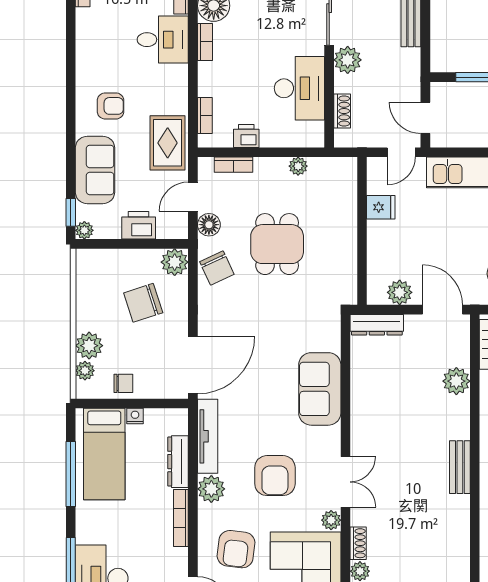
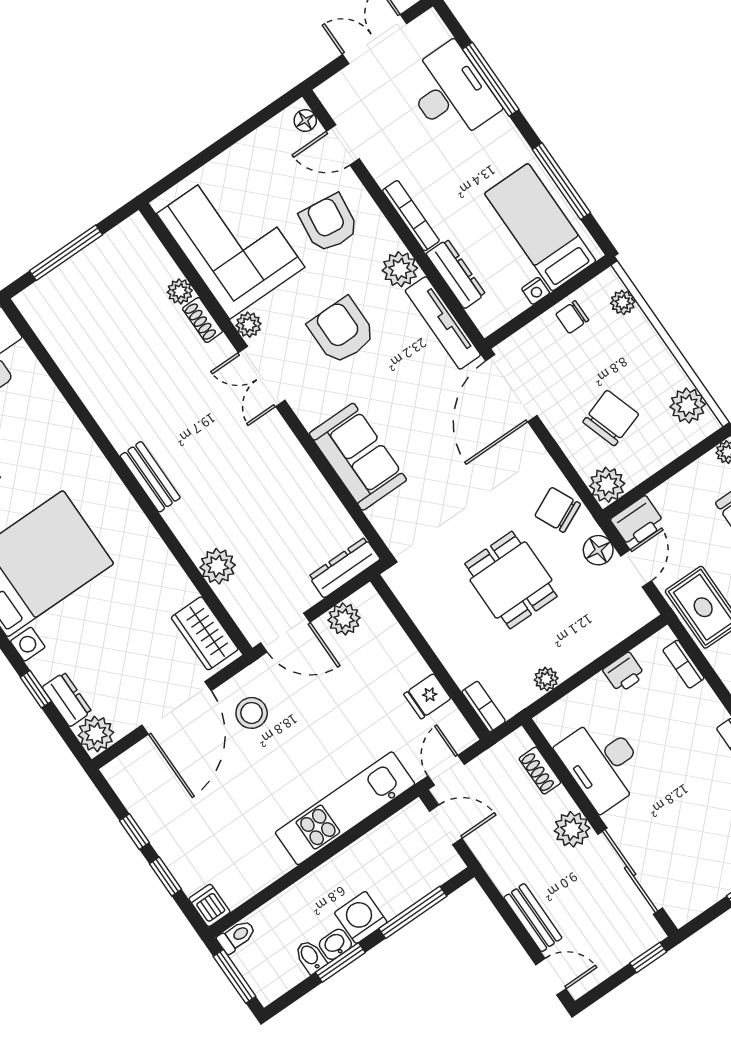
bookcase: (234, 165) -> (484, 707), moved, turned 90
printer: (139, 225) -> (638, 522), moved
plant: (89, 346) -> (688, 406), moved

